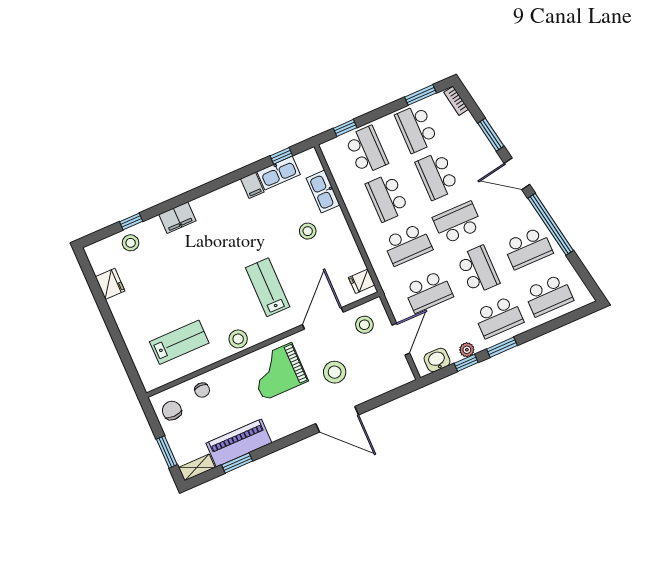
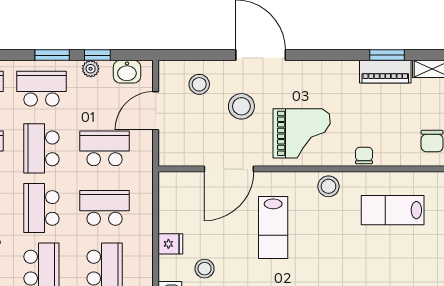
school desk: (458, 223) -> (41, 208), turned 90
fridge: (362, 281) -> (170, 244), moved
stool: (364, 325) -> (199, 84), moved
chair: (202, 390) -> (364, 156), moved
piano: (239, 443) -> (385, 72), width x0.73, depth x0.75

